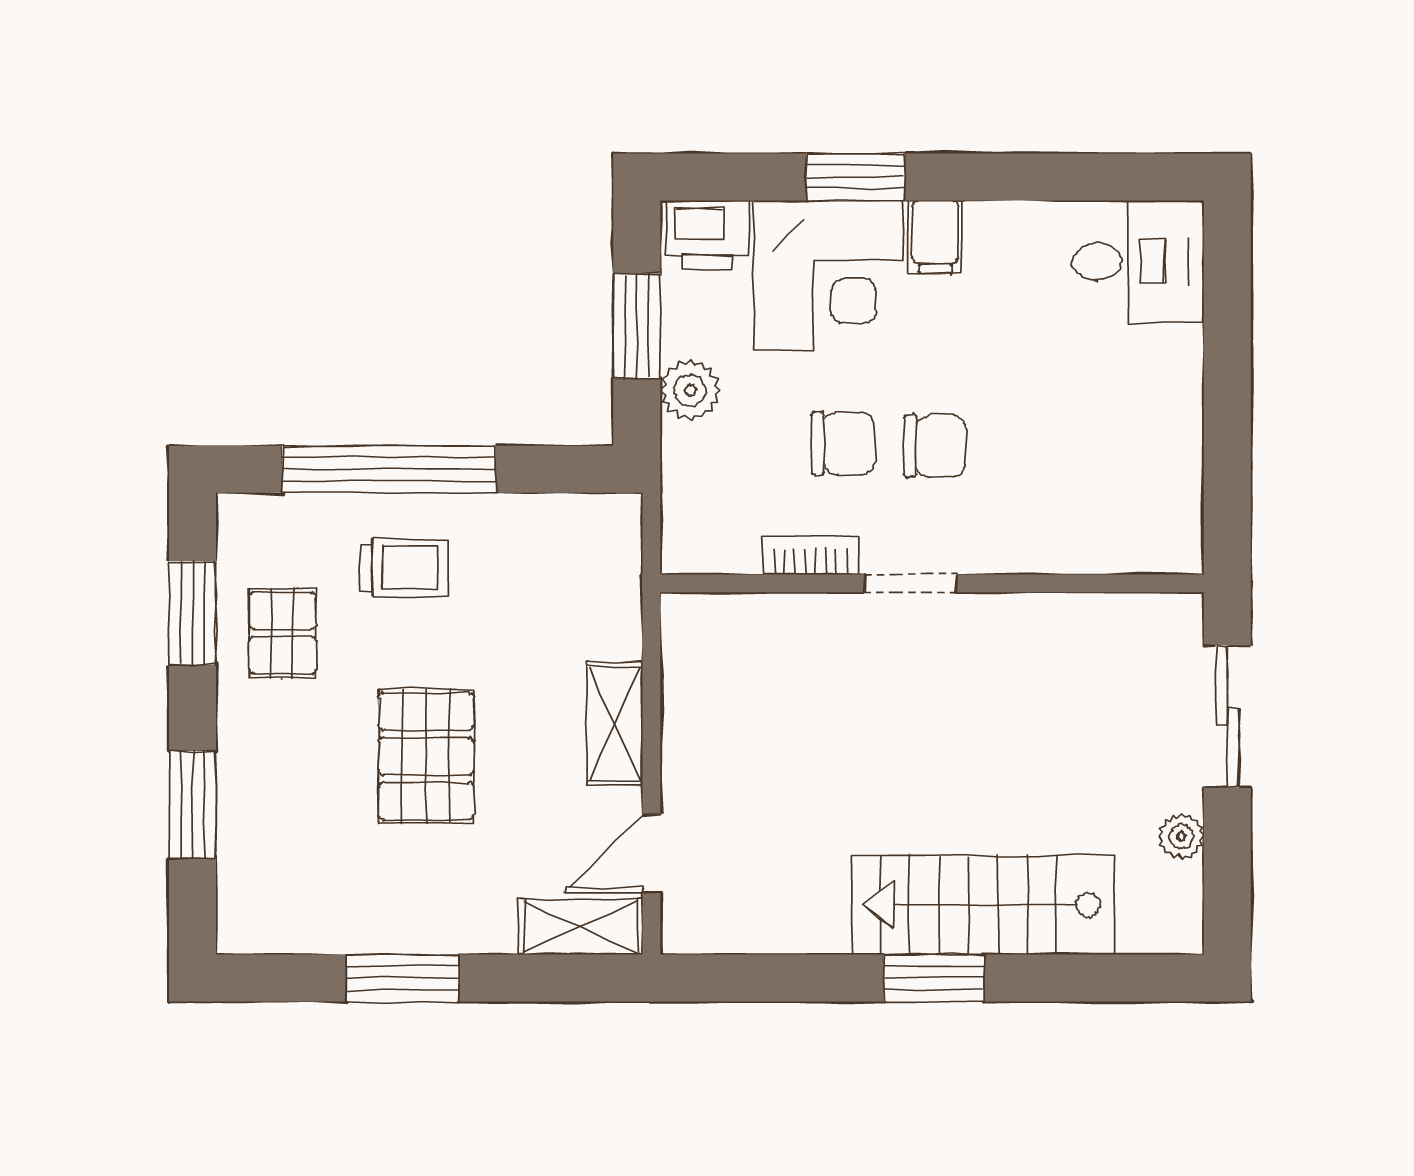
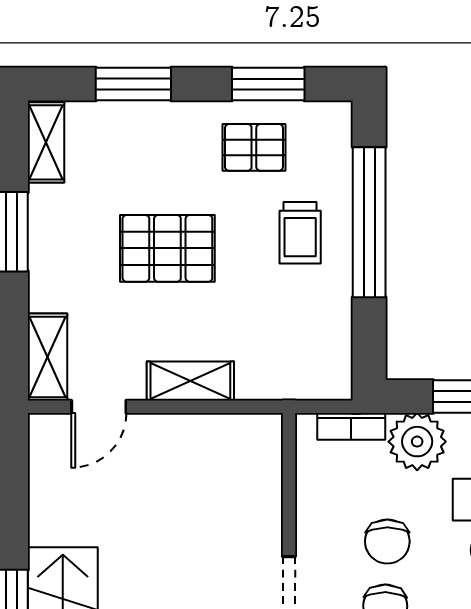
plant: (690, 390) -> (417, 442), width x1.36, depth x1.36
bookcase: (810, 555) -> (351, 426), moved, turned 90
door: (651, 854) -> (99, 407), swing flipped
shelving: (275, 929) -> (46, 142), added

